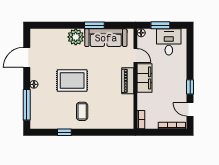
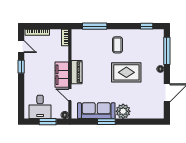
window: (64, 132) -> (147, 26), moved
window: (108, 132) -> (95, 26), added

